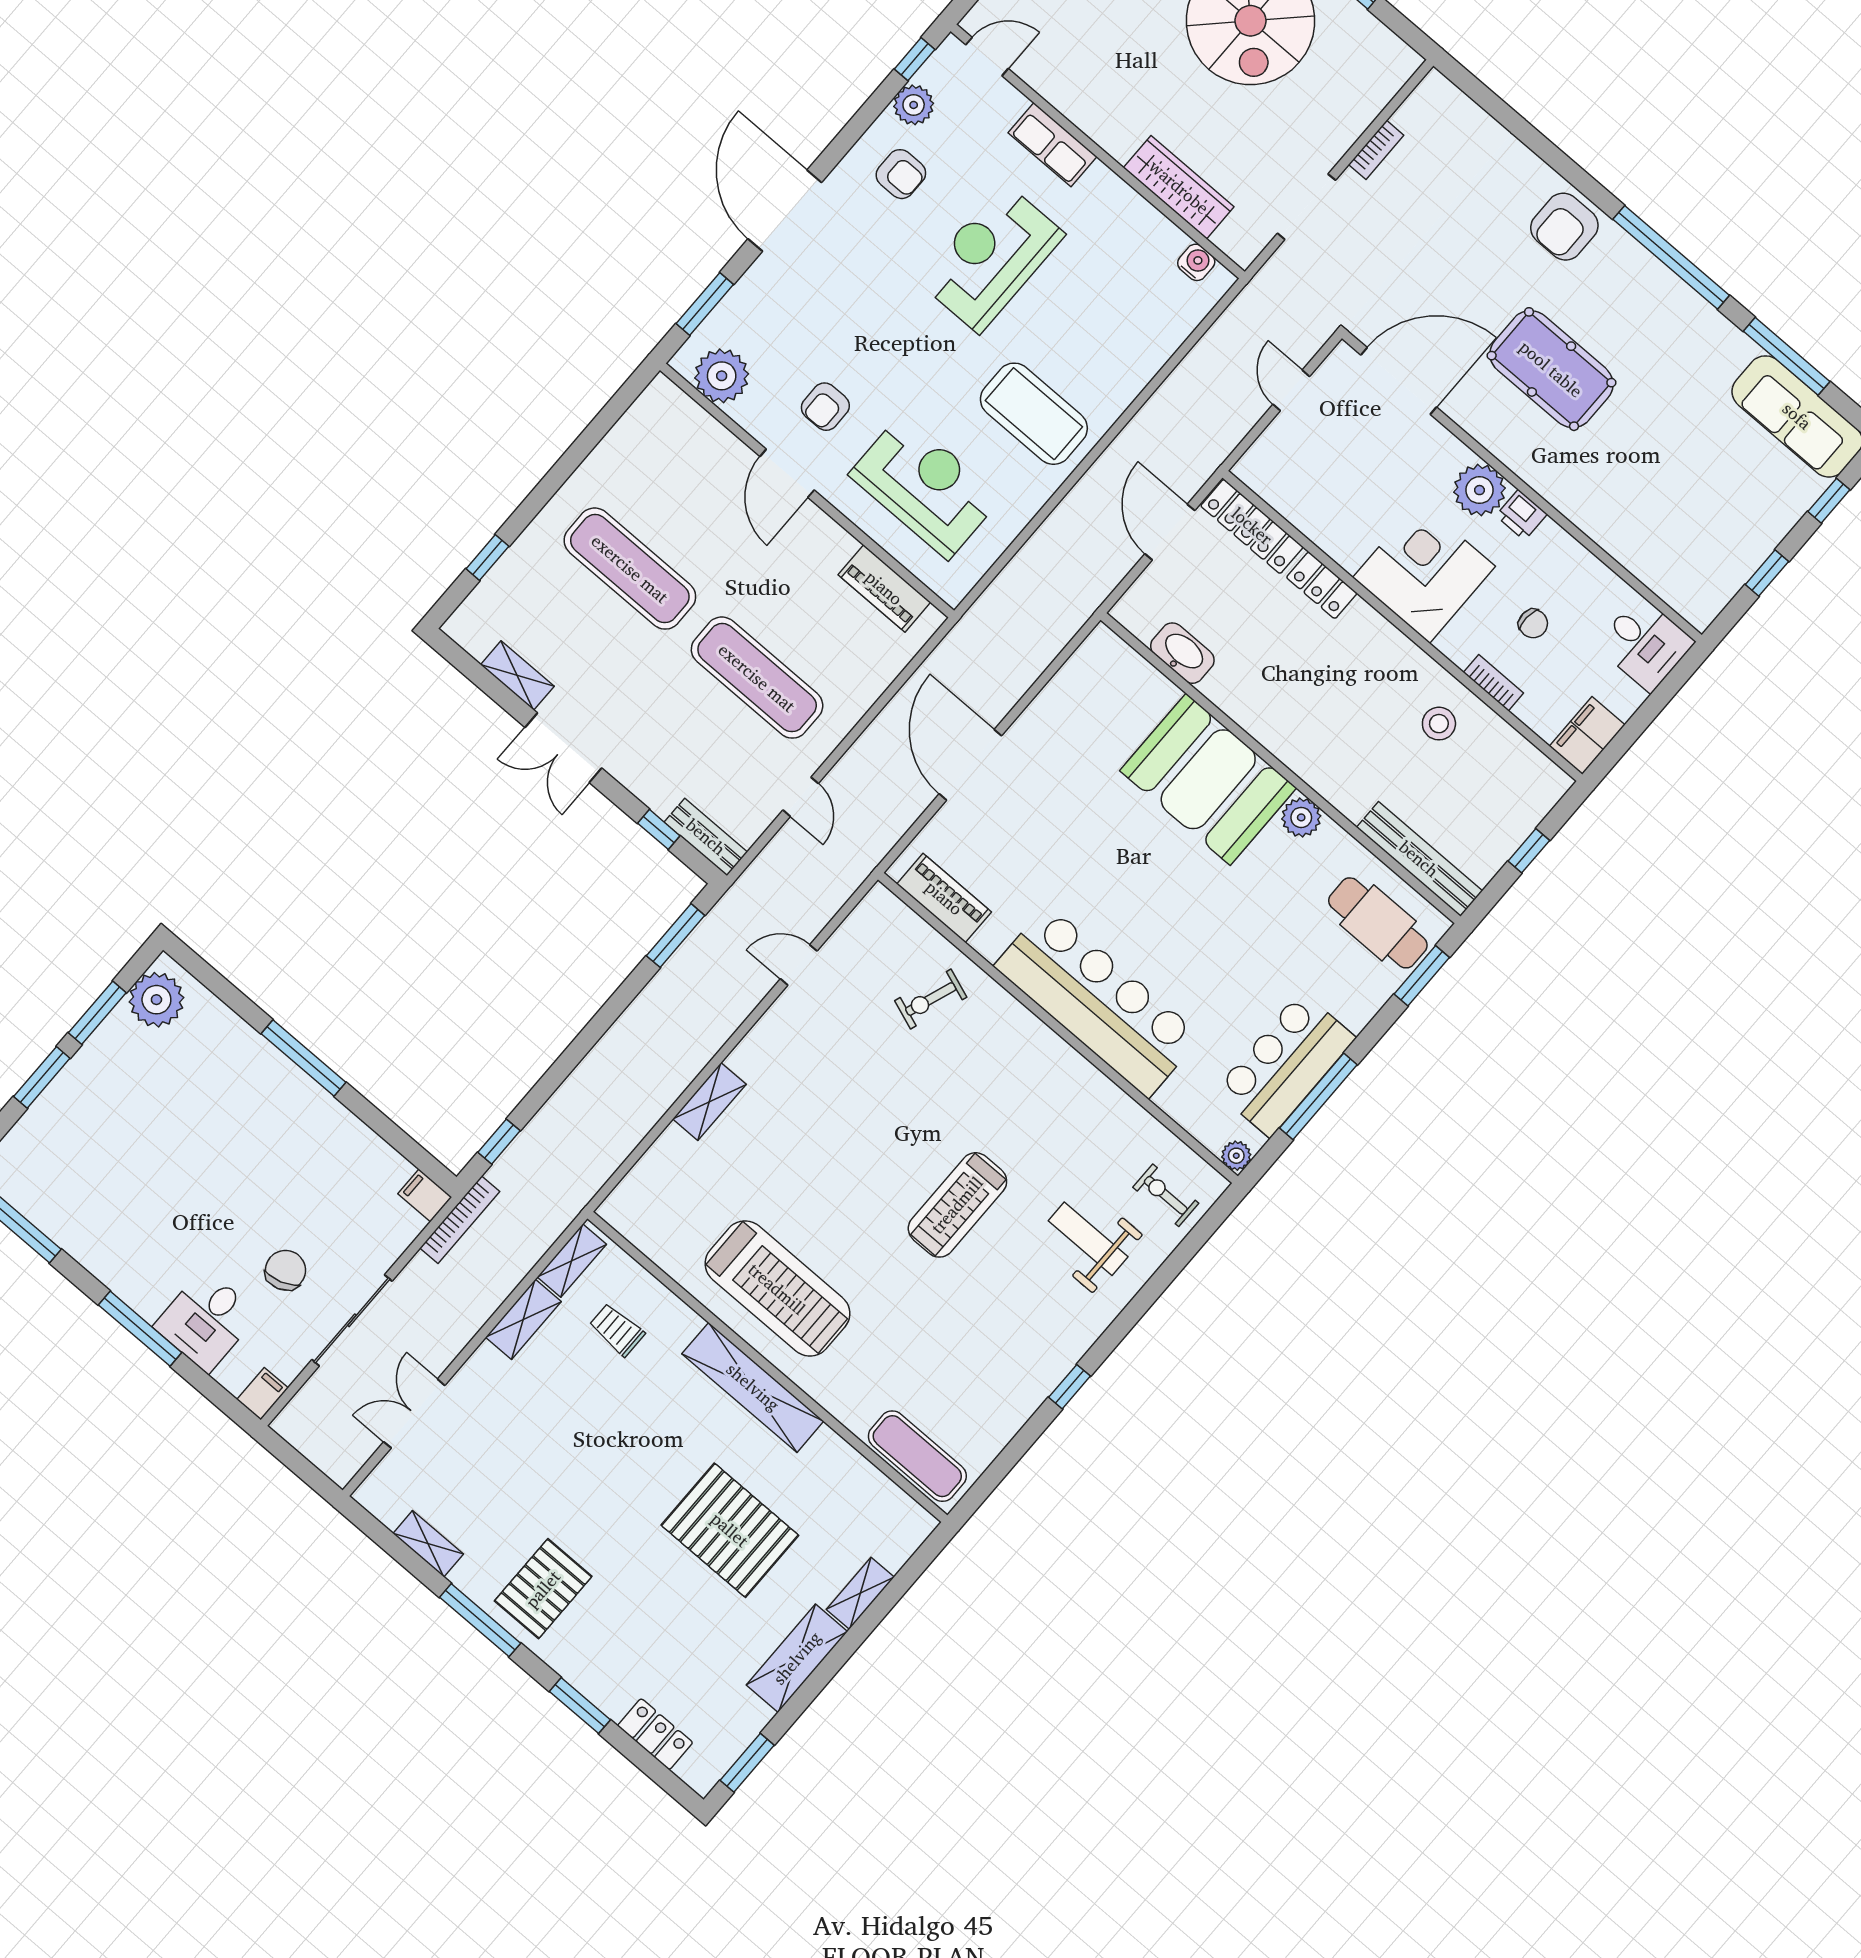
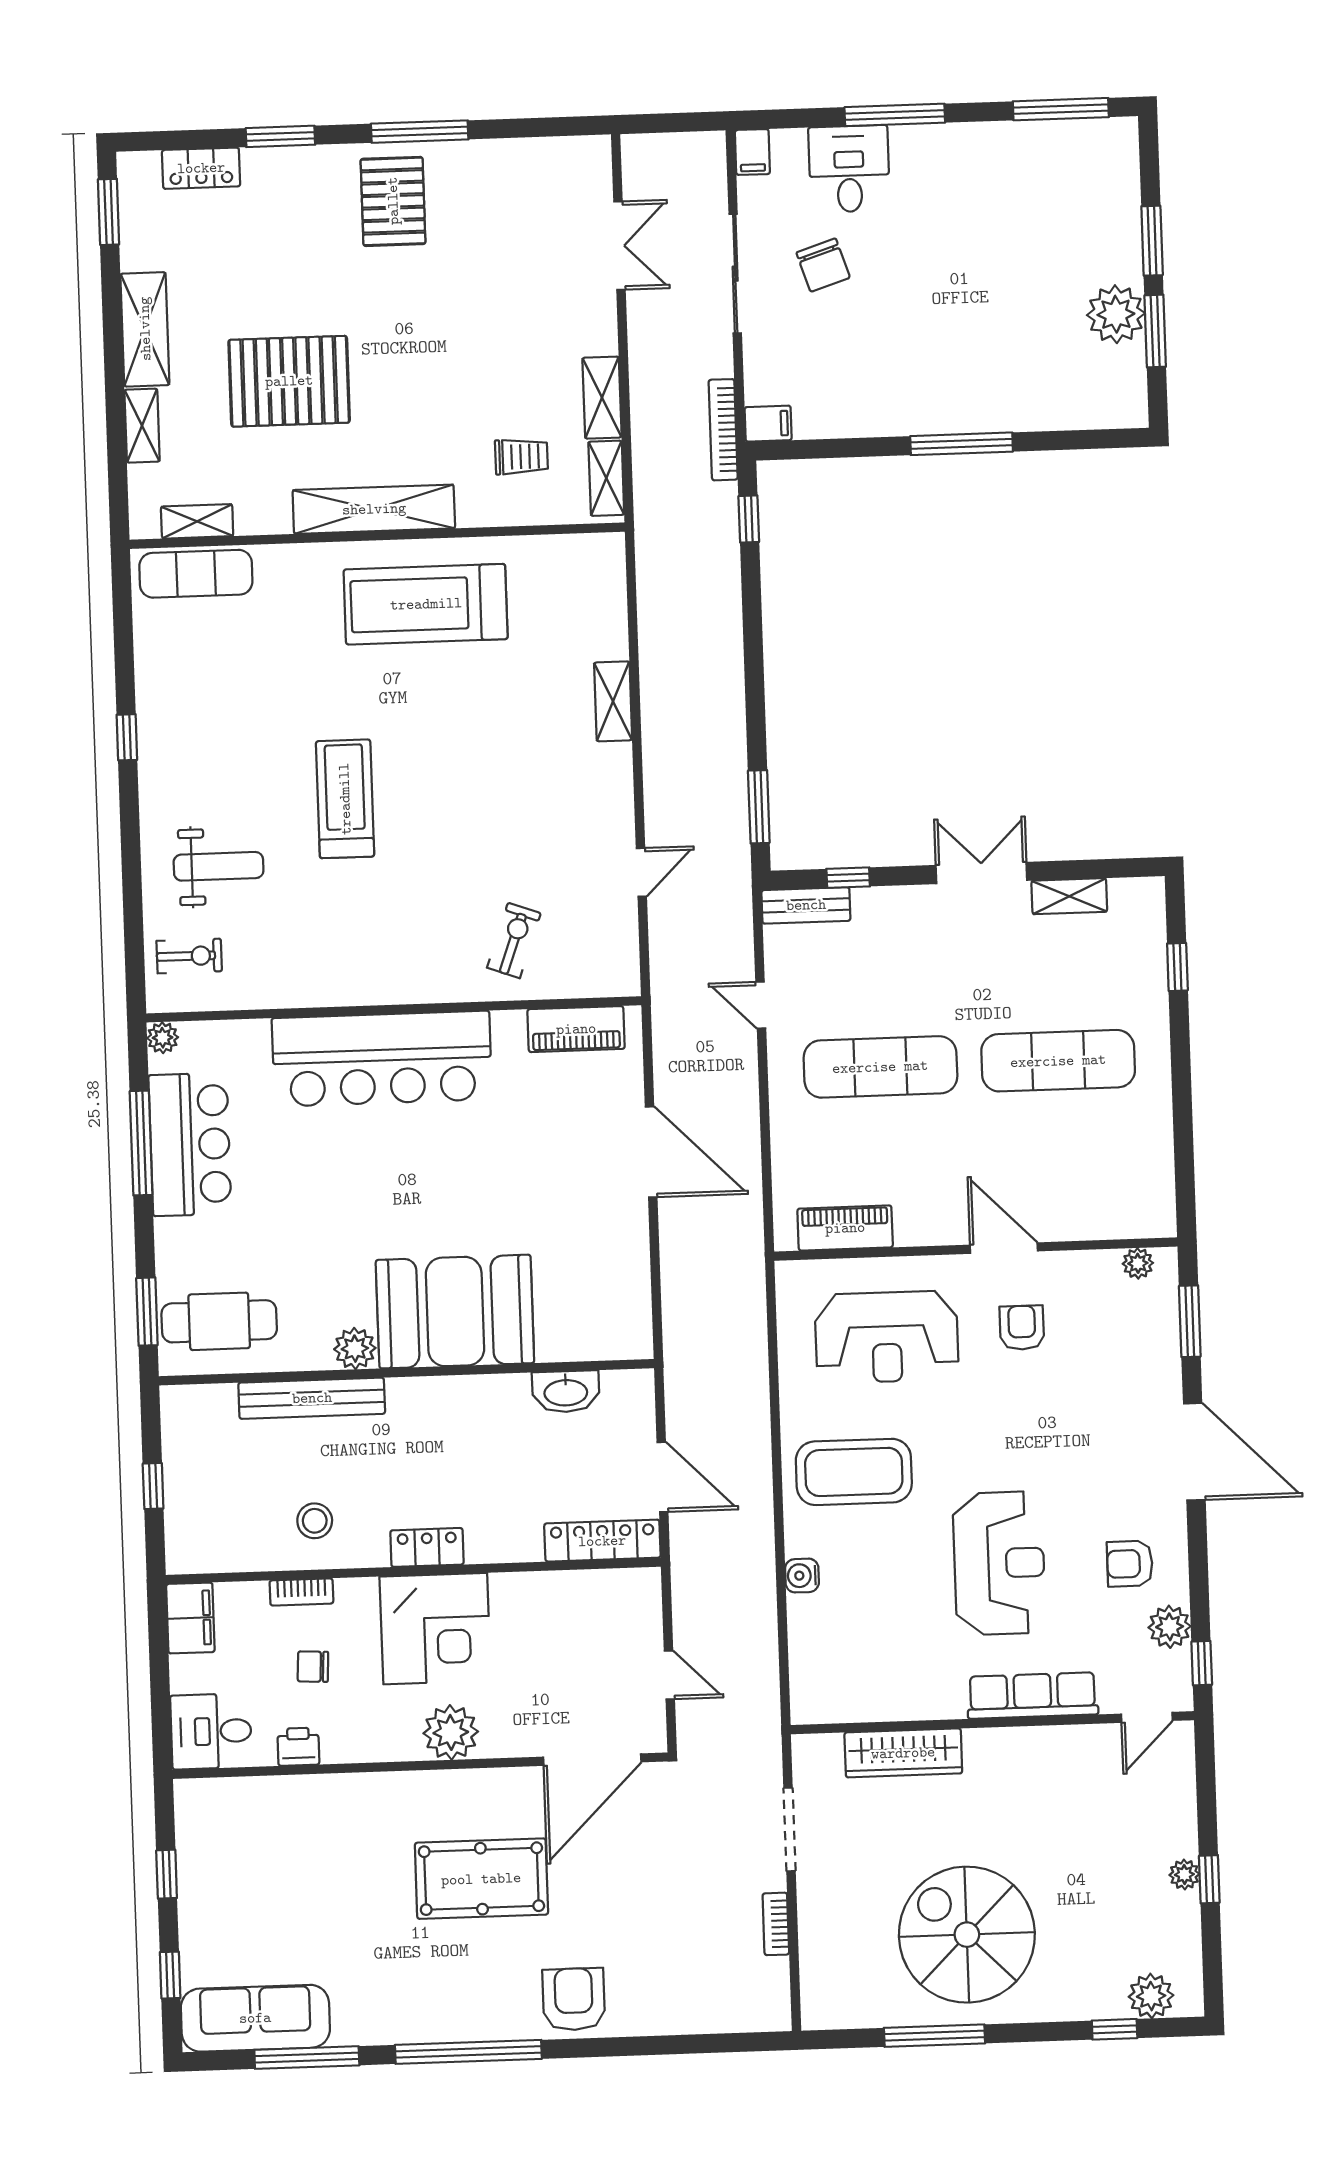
row of seats: (1053, 145) -> (1032, 1696), width x1.48
water cooler: (1196, 262) -> (802, 1576), moved, turned 90
plant: (722, 376) -> (1138, 1263), width x0.53, depth x0.53
printer: (1521, 515) -> (298, 1747), moved
locker: (1322, 585) -> (427, 1547), moved
bench: (1419, 859) -> (312, 1398), moved
plant: (156, 1000) -> (1116, 314), moved
shelving: (428, 1544) -> (197, 521), moved

